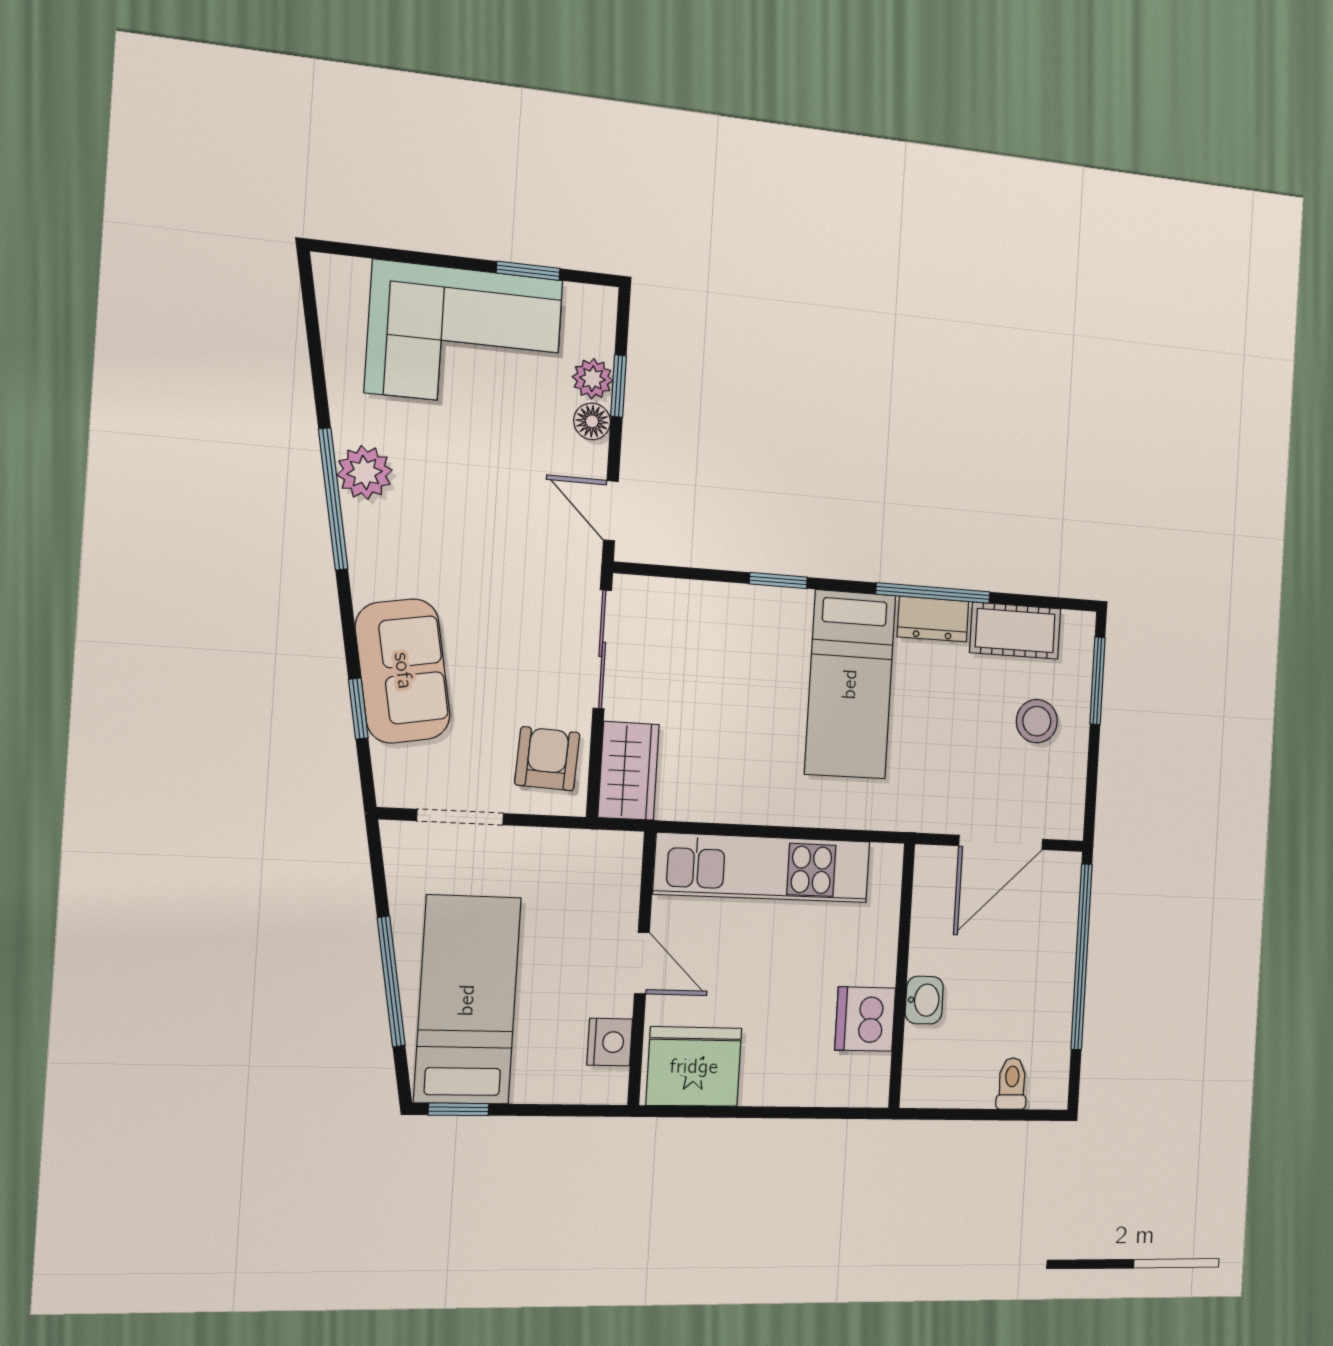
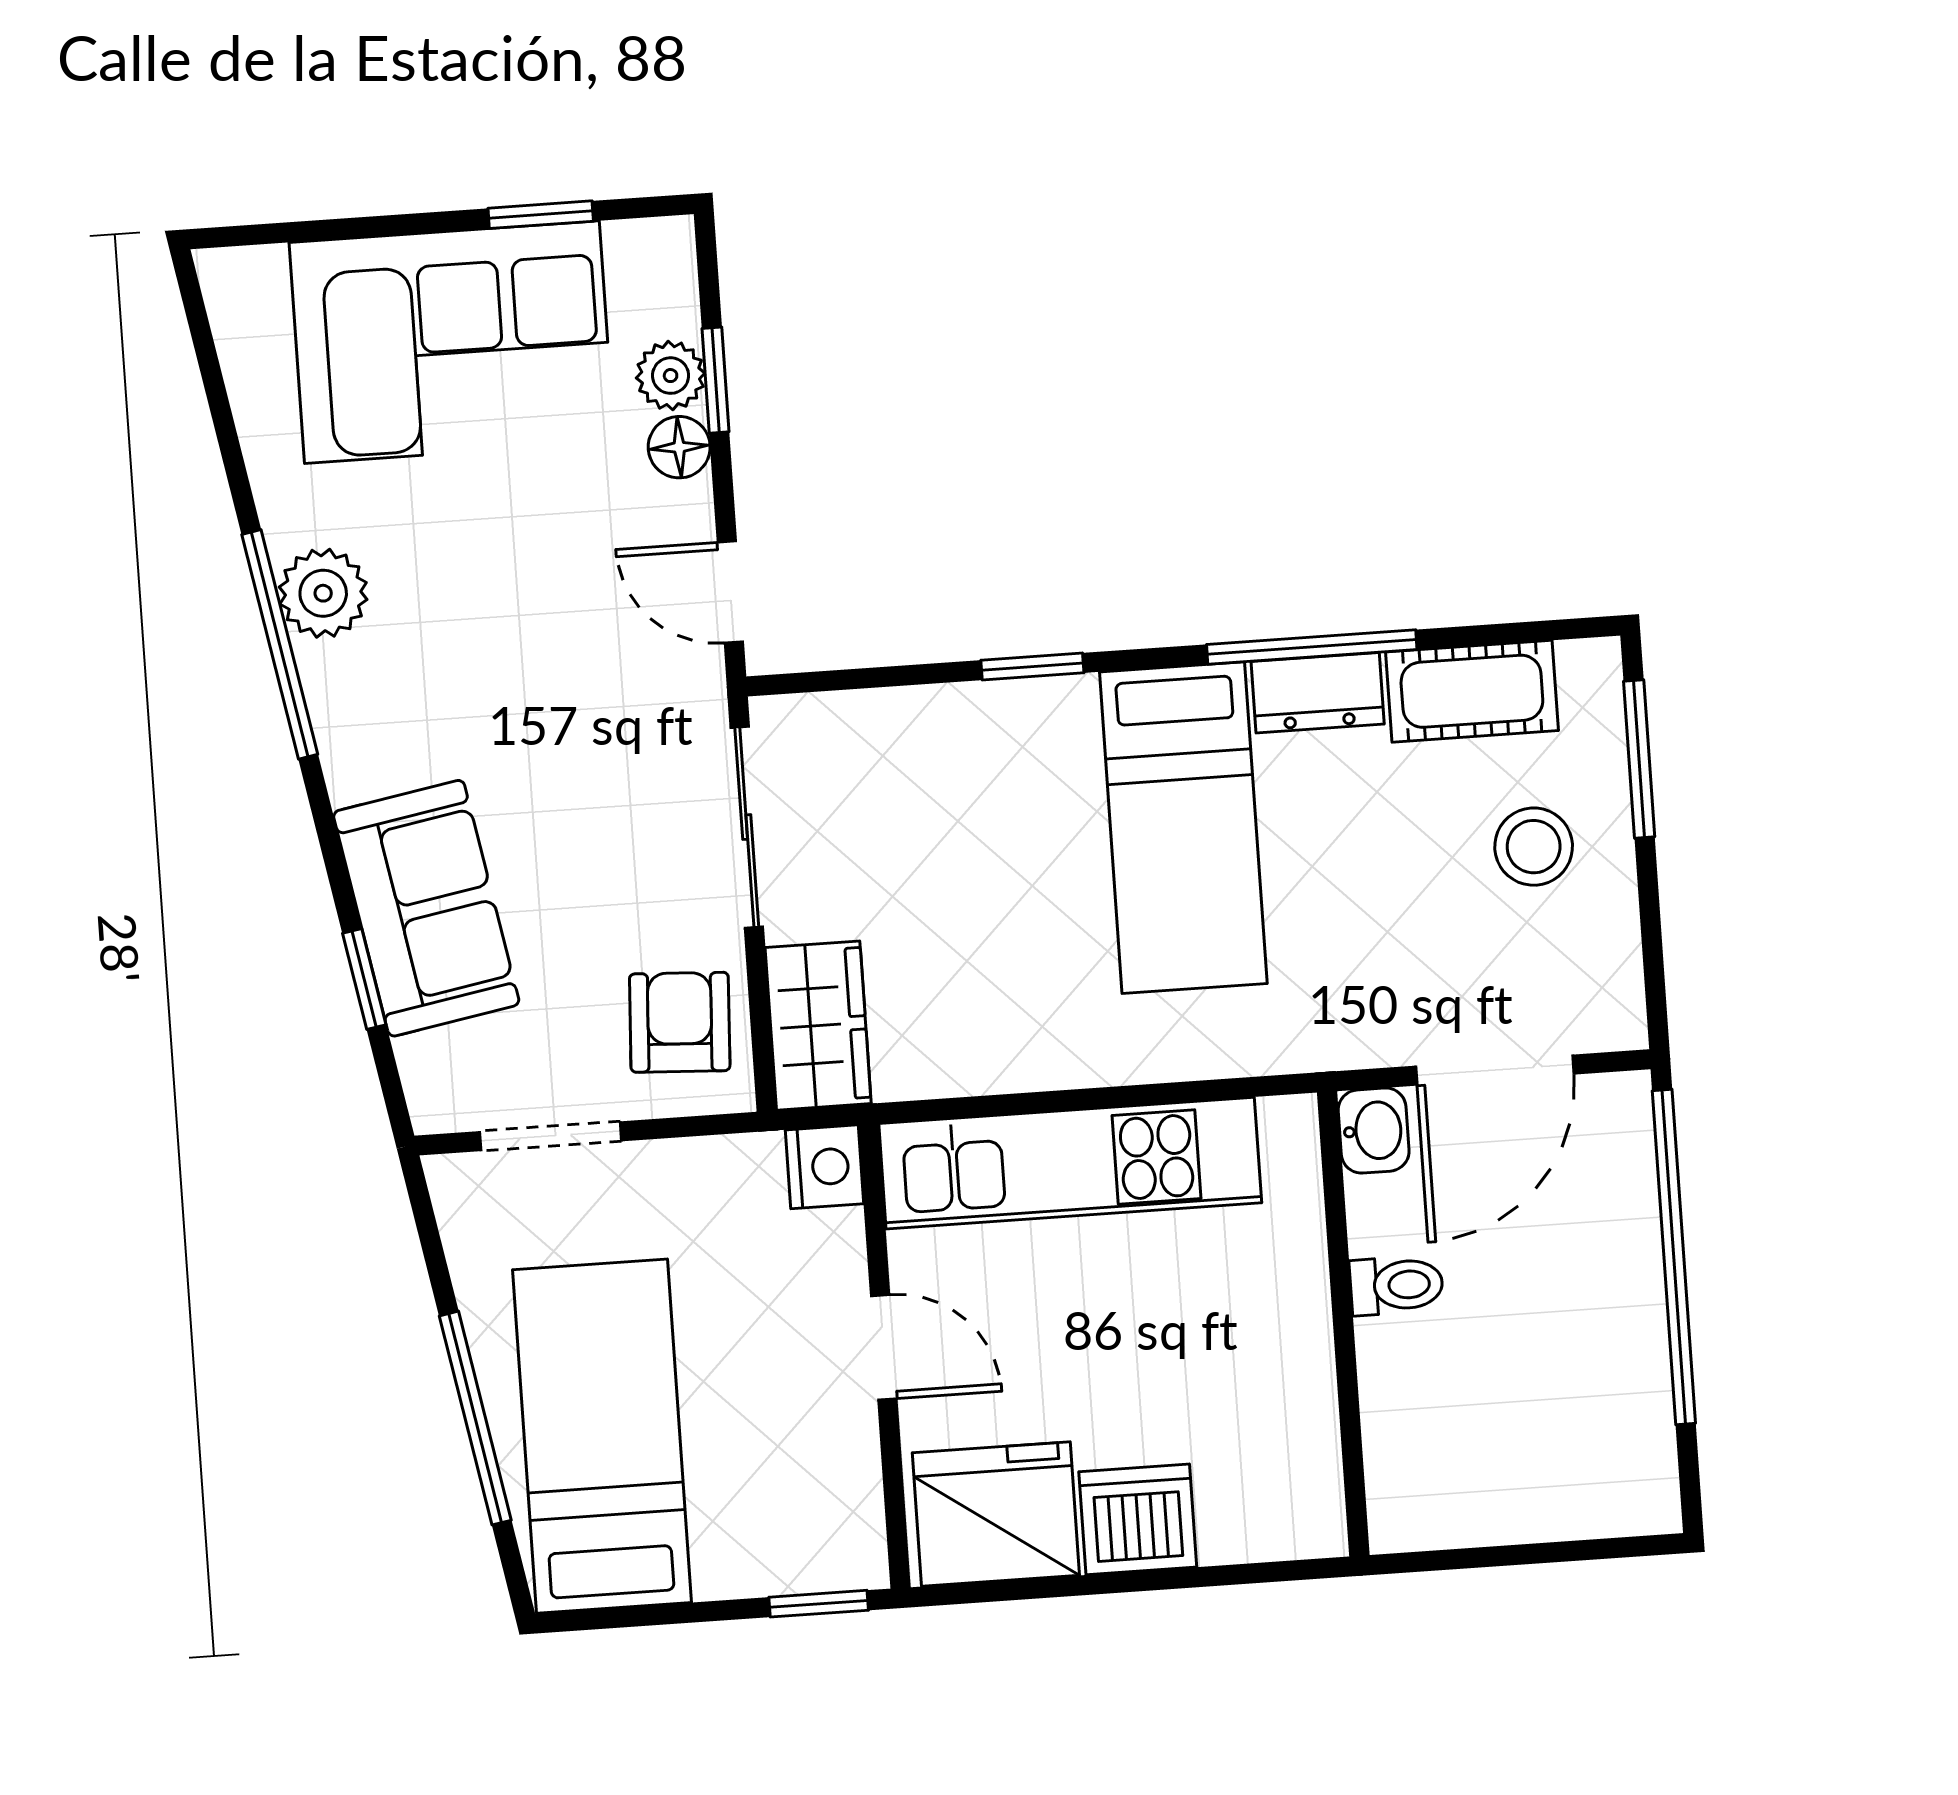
washbasin: (924, 1000) -> (1374, 1131), moved
dishwasher: (865, 1019) -> (1138, 1519), moved, turned 90
nightstand: (610, 1042) -> (824, 1167), moved
toilet: (1012, 1084) -> (1396, 1285), moved, turned 90
window: (459, 1109) -> (819, 1604), moved

